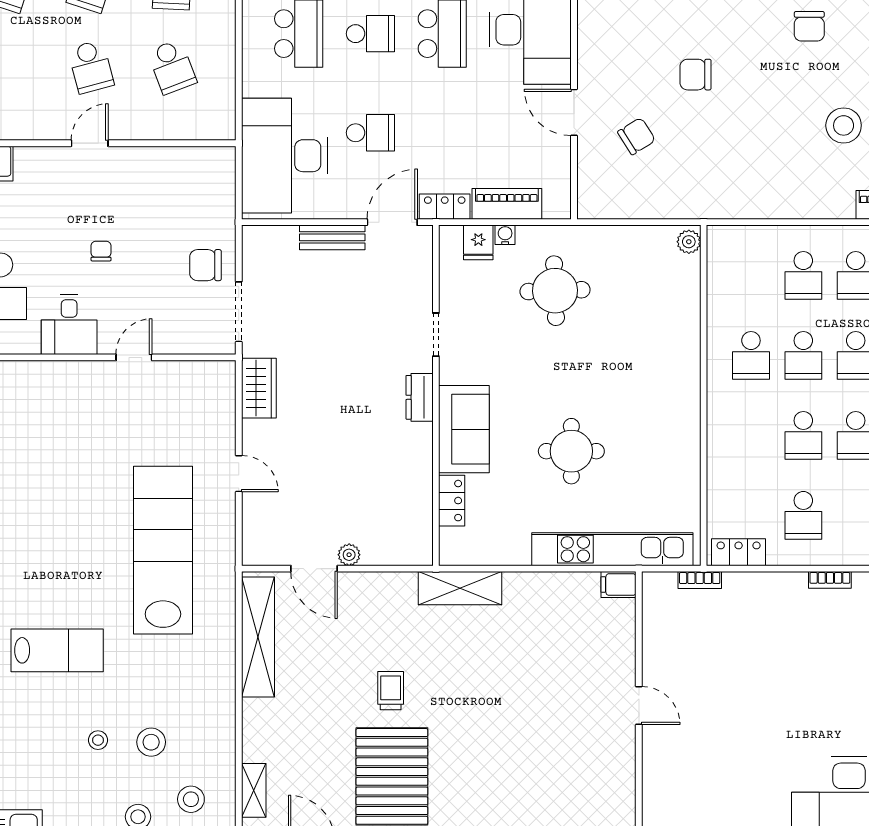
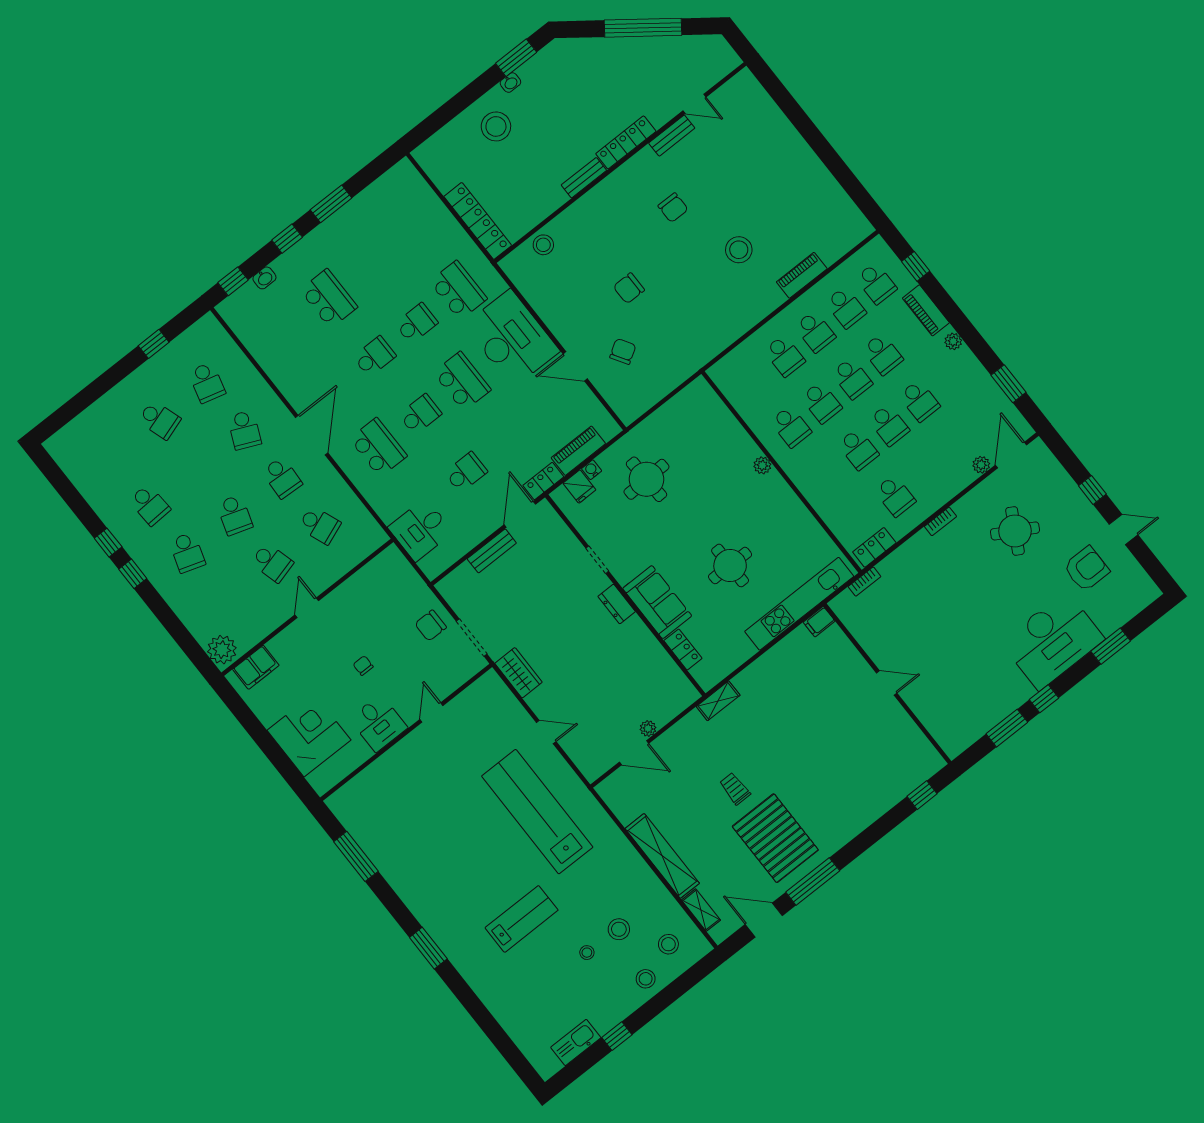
desk: (285, 156) -> (421, 530), width x0.53, depth x0.77
plant: (689, 242) -> (762, 465), moved
shelving: (460, 588) -> (718, 701), width x0.67, depth x0.75
shelving: (258, 637) -> (662, 856), moved

